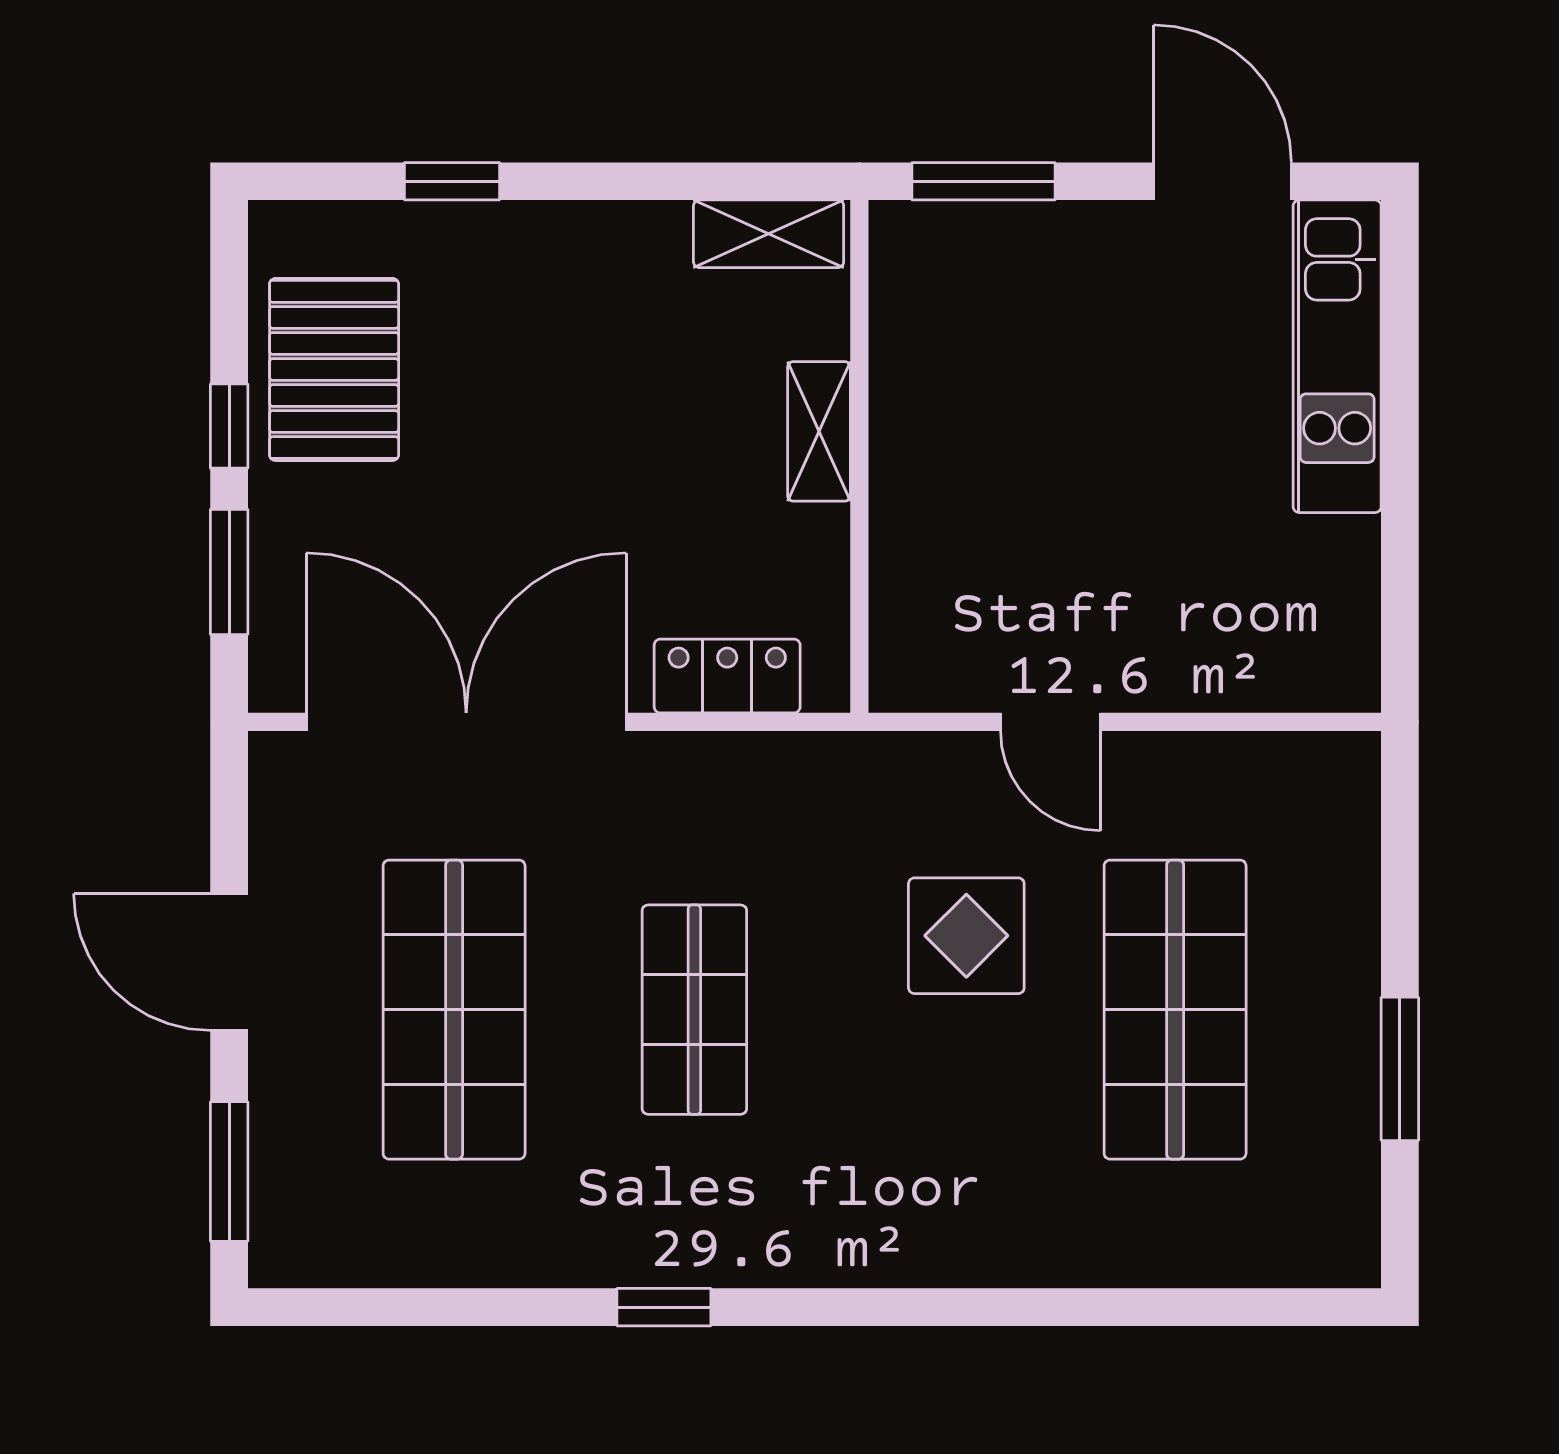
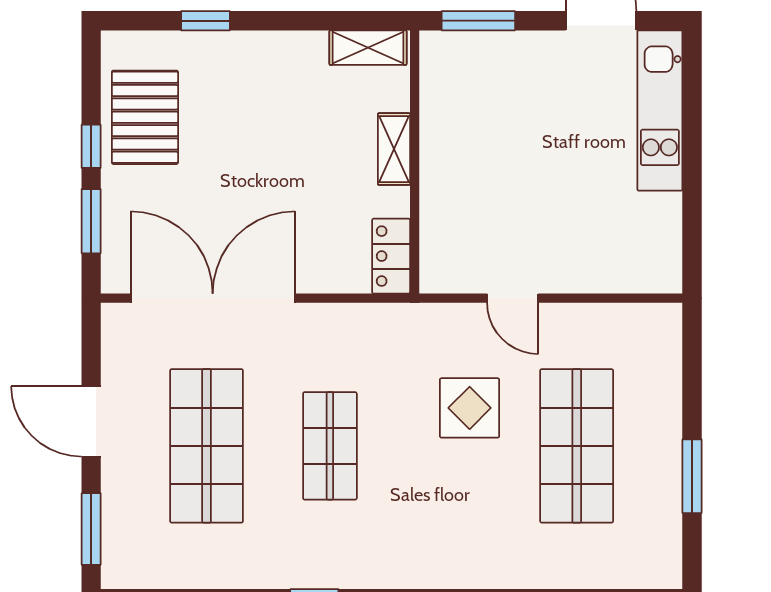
locker: (727, 676) -> (391, 256), moved, turned -90

